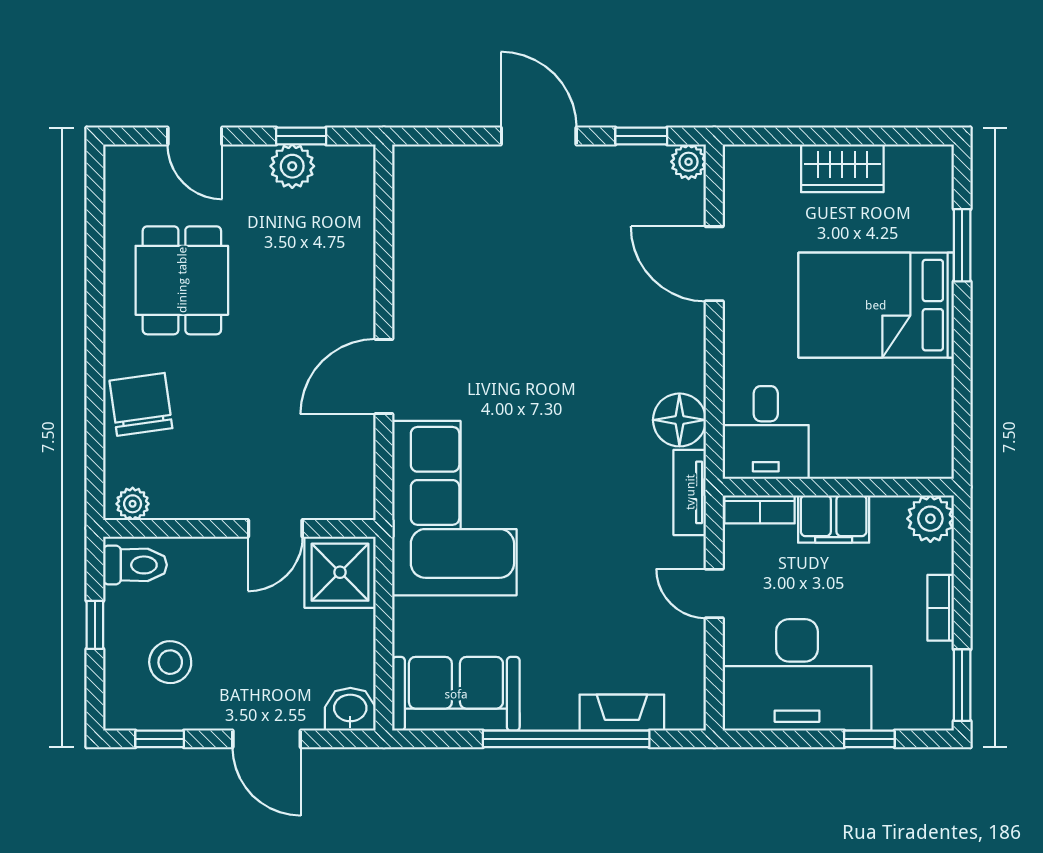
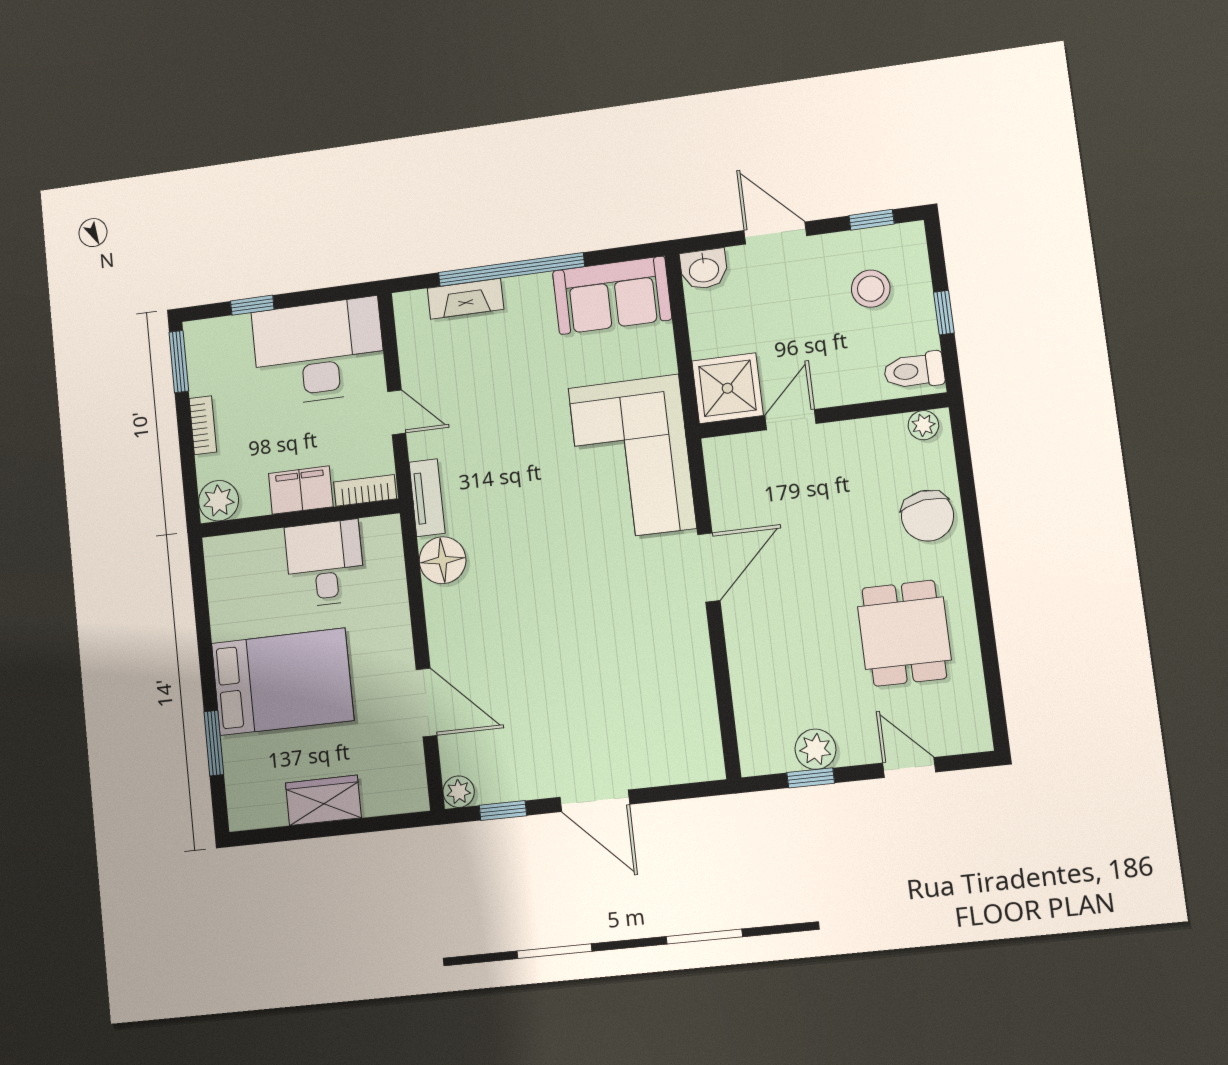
desk: (766, 432) -> (325, 563), moved

